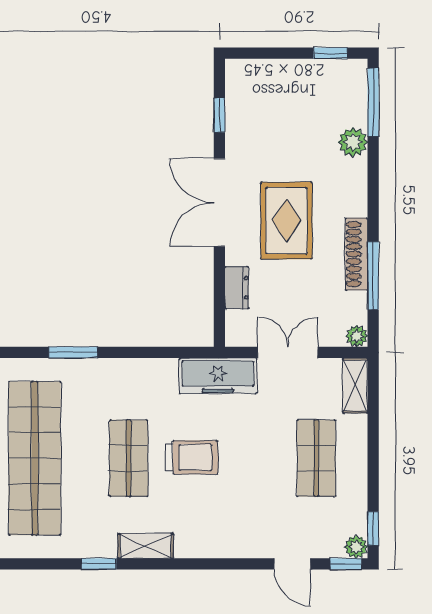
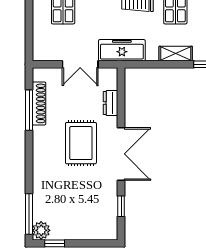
plant: (353, 142) -> (41, 230), moved
shoe rack: (357, 254) -> (39, 103), moved
plant: (357, 336) -> (39, 74), removed
shelving: (355, 386) -> (176, 54), moved, turned 90

